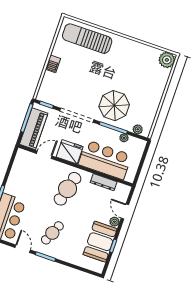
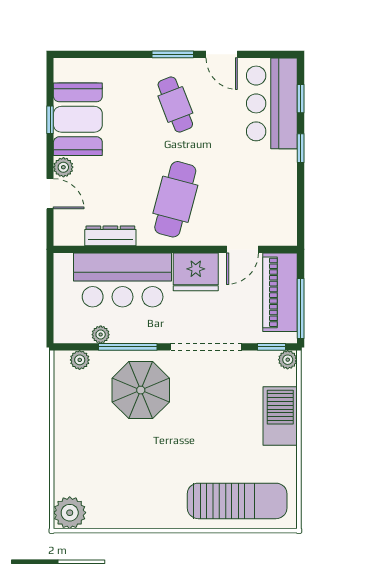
barbecue: (53, 64) -> (280, 416), width x1.88, depth x1.53
plant: (41, 96) -> (288, 360), added
cafe table: (52, 233) -> (175, 105), turned -45

